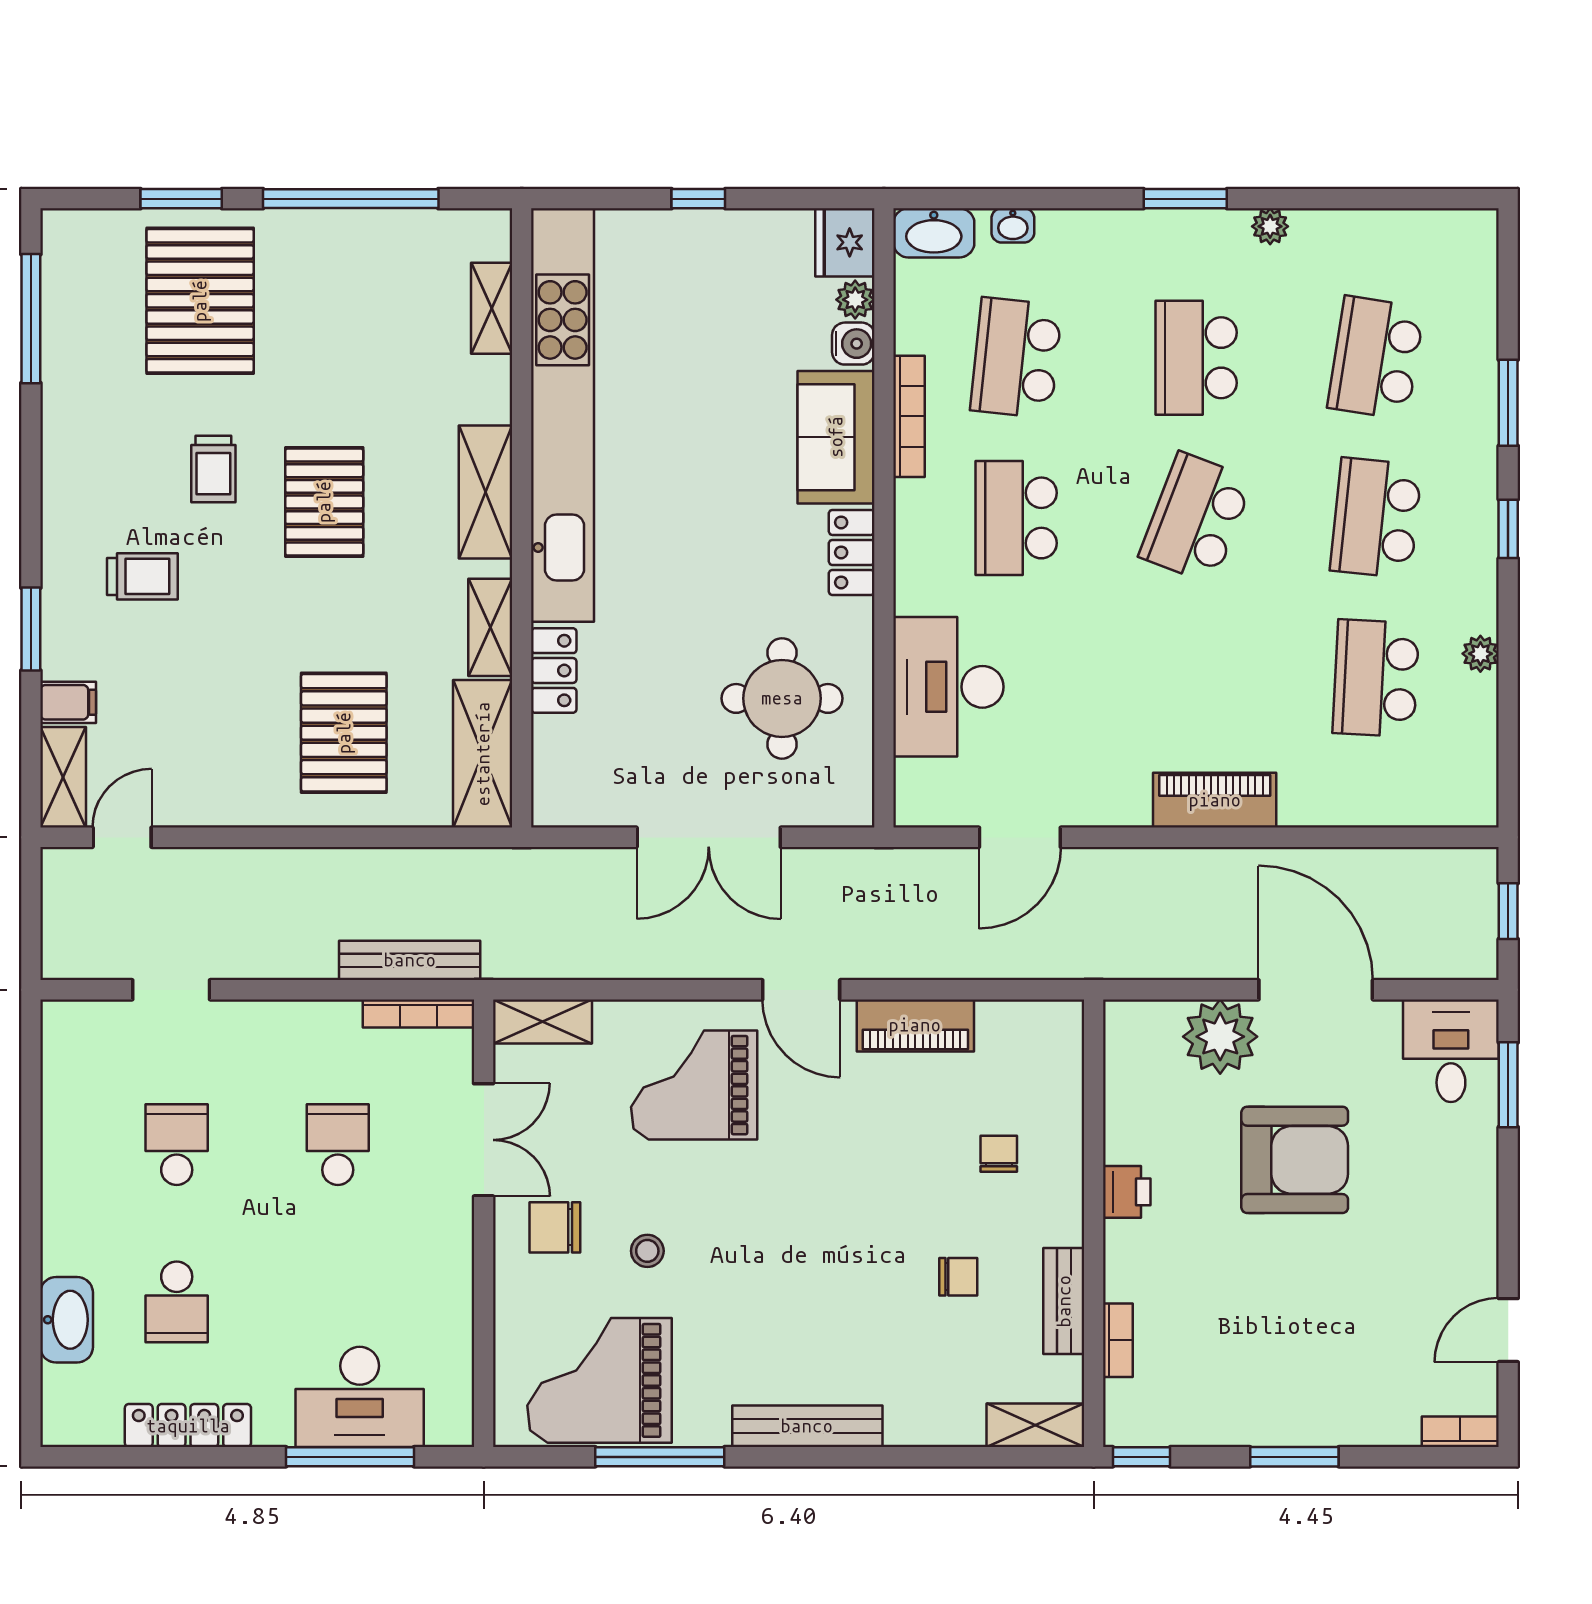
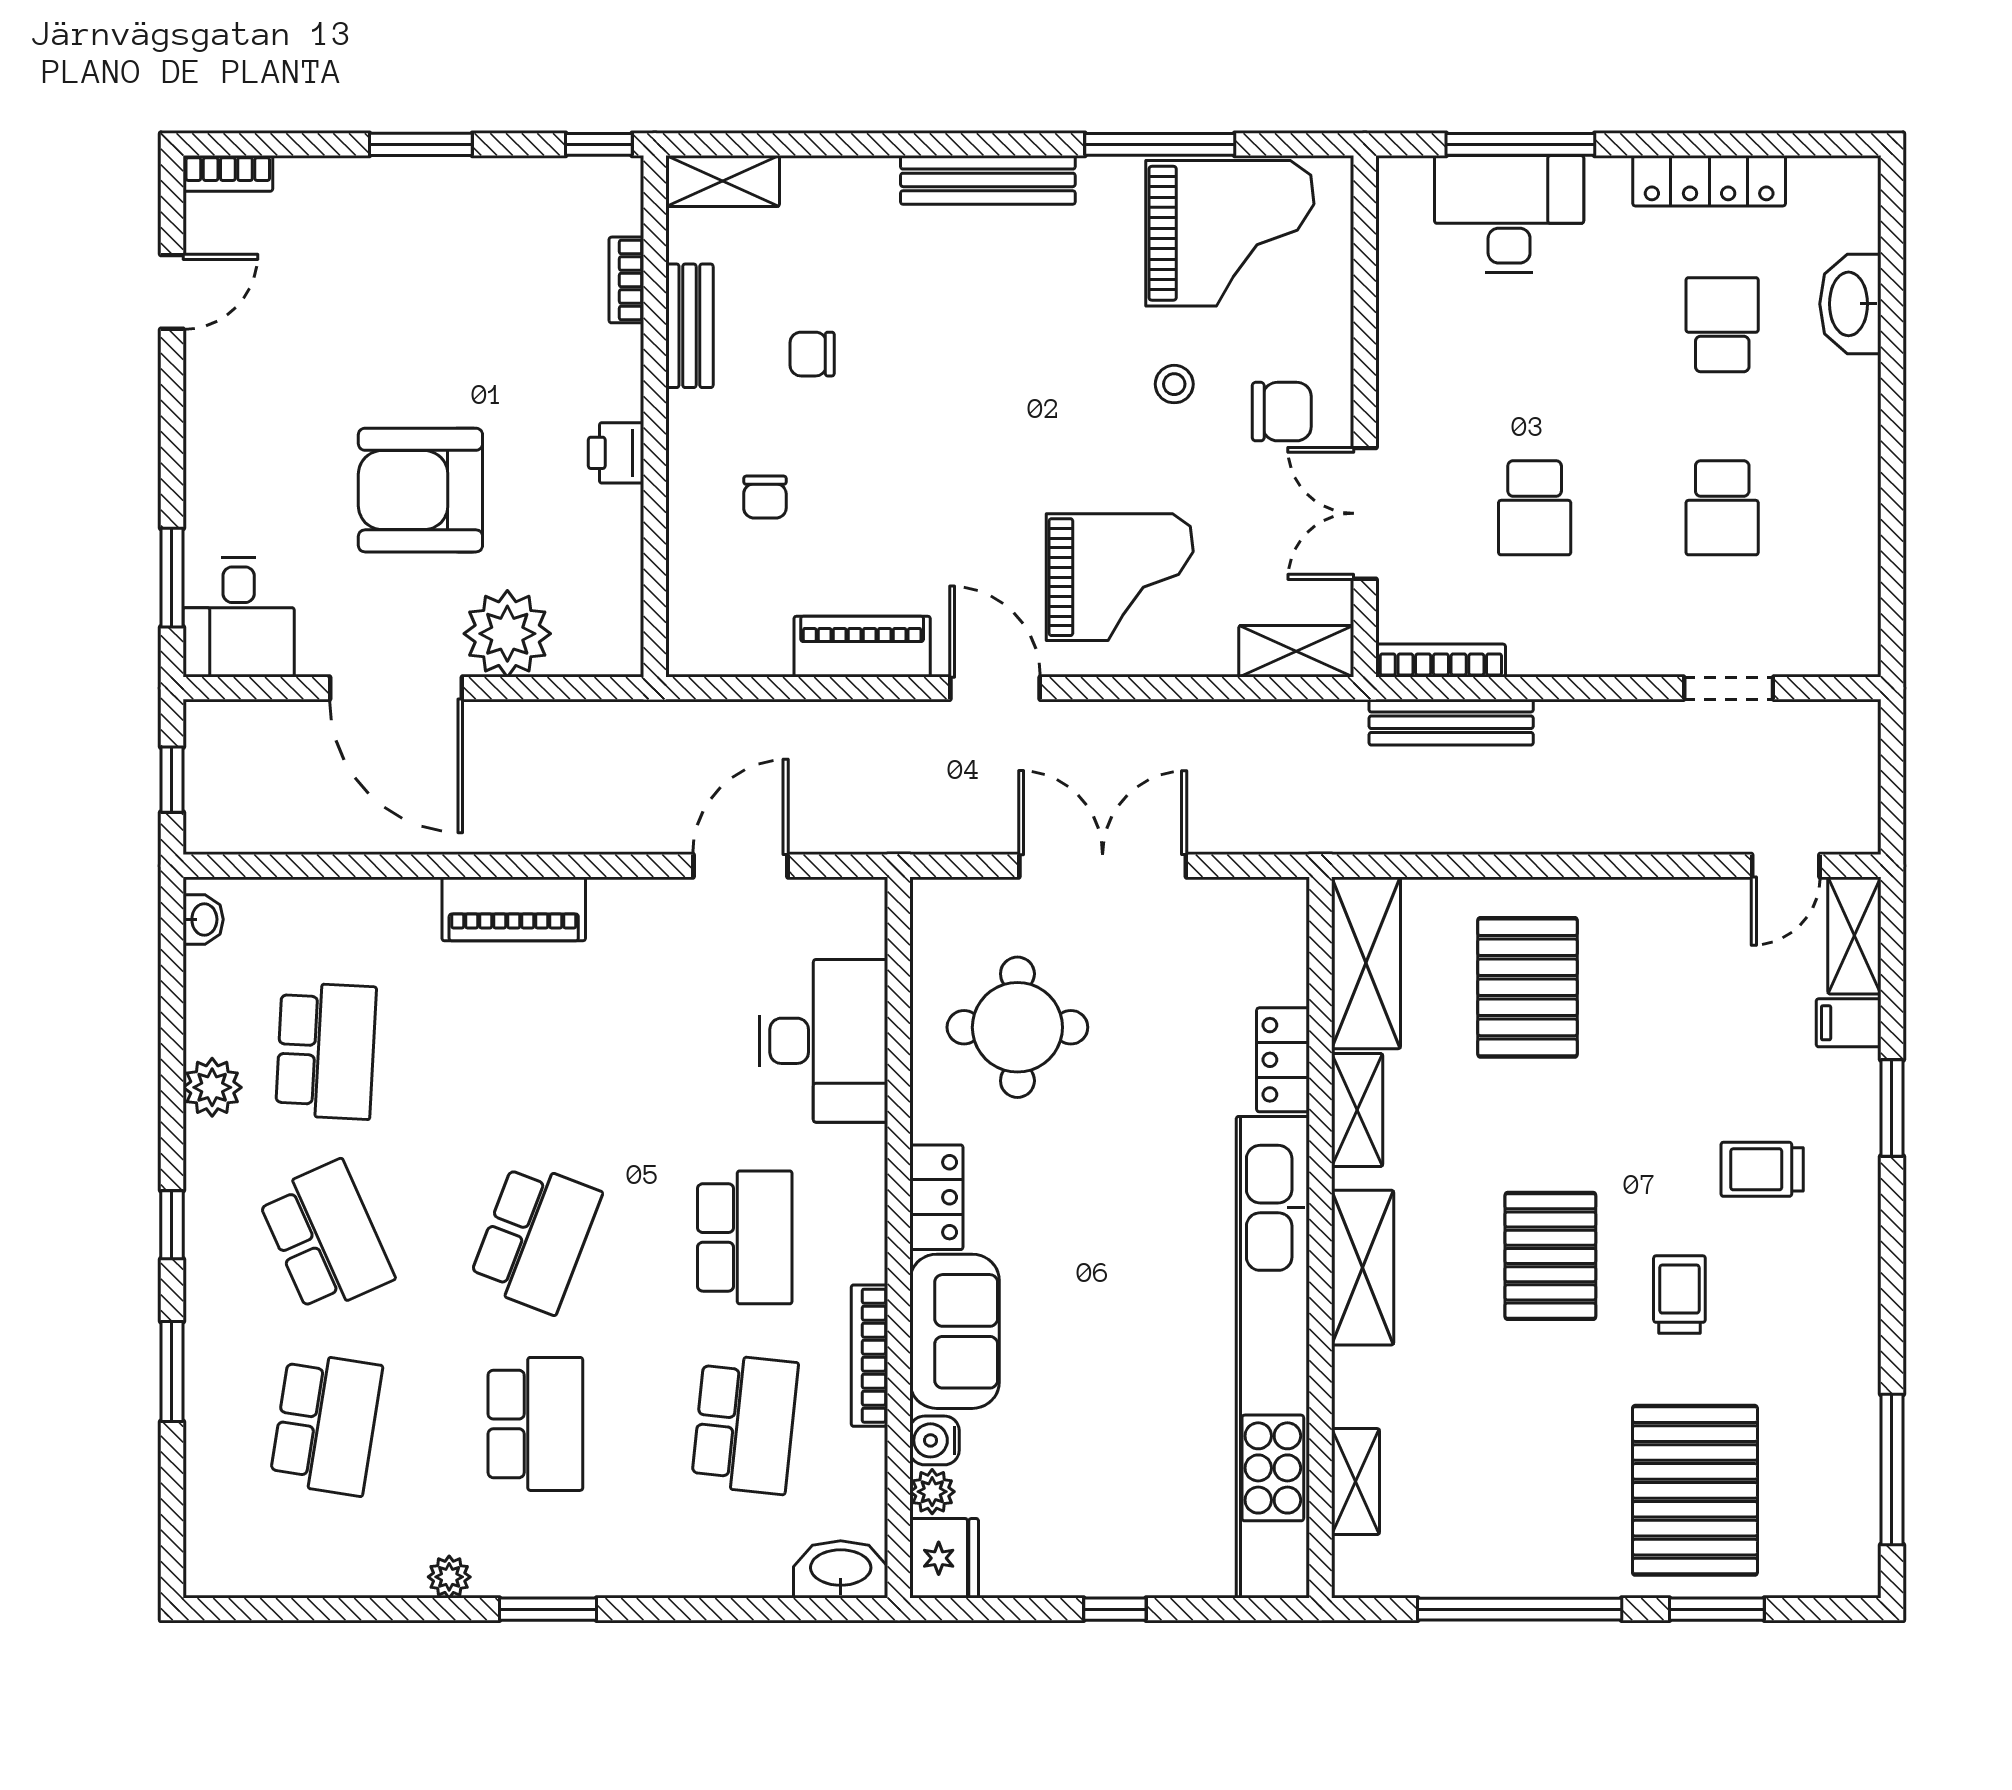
washbasin: (1013, 225) -> (203, 919), moved, turned 90
school desk: (1376, 518) -> (326, 1237), turned -30
plant: (1480, 654) -> (212, 1087), width x1.38, depth x1.38

